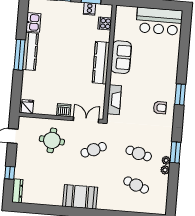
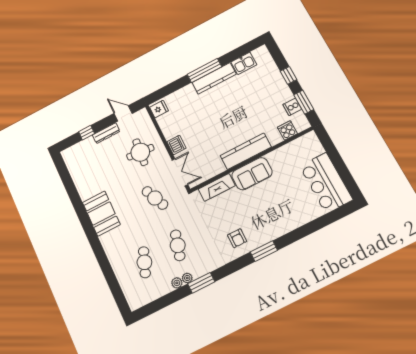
sofa: (121, 57) -> (252, 174), moved
dresser: (17, 191) -> (106, 133), moved

